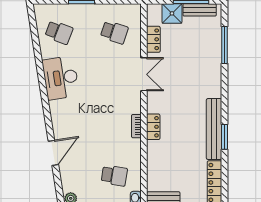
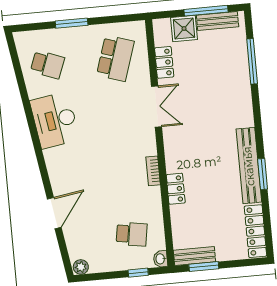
school desk: (114, 32) -> (115, 58), width x1.85
locker: (153, 127) -> (176, 189), moved

